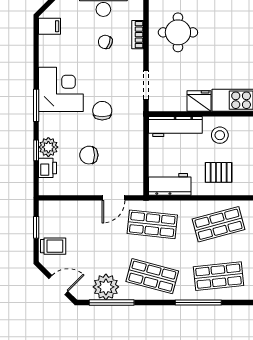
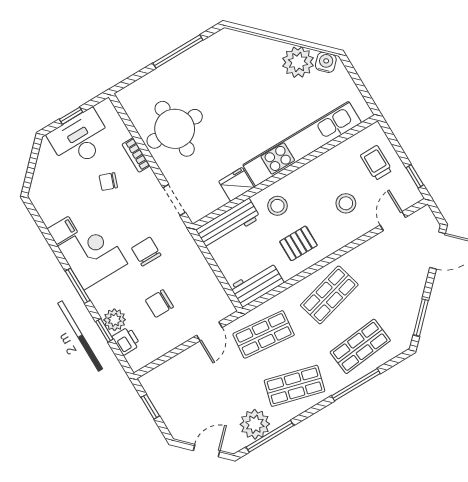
filing cabinet: (49, 26) -> (62, 230), moved
round table: (178, 32) -> (175, 129), width x1.36, depth x1.36
trolley: (53, 246) -> (178, 415), removed

